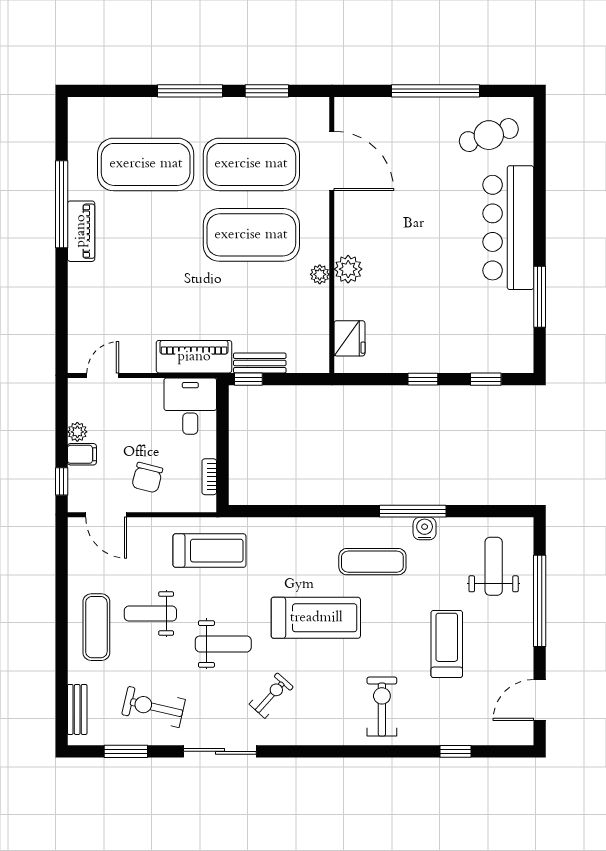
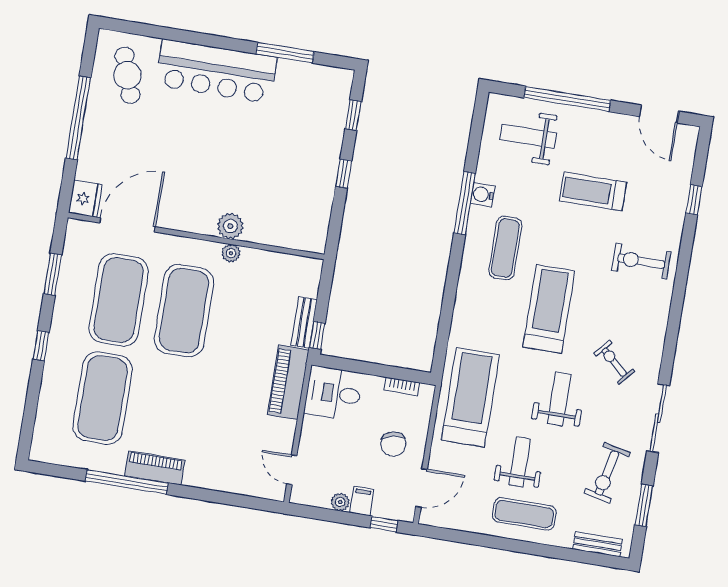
window: (190, 91) -> (41, 346), width x0.46
fridge: (349, 338) -> (85, 199), moved, turned 90
chair: (147, 478) -> (393, 444), turned 65
treadmill: (210, 551) -> (470, 397), width x1.37, depth x1.38
weight bench: (150, 614) -> (520, 462), turned 180

